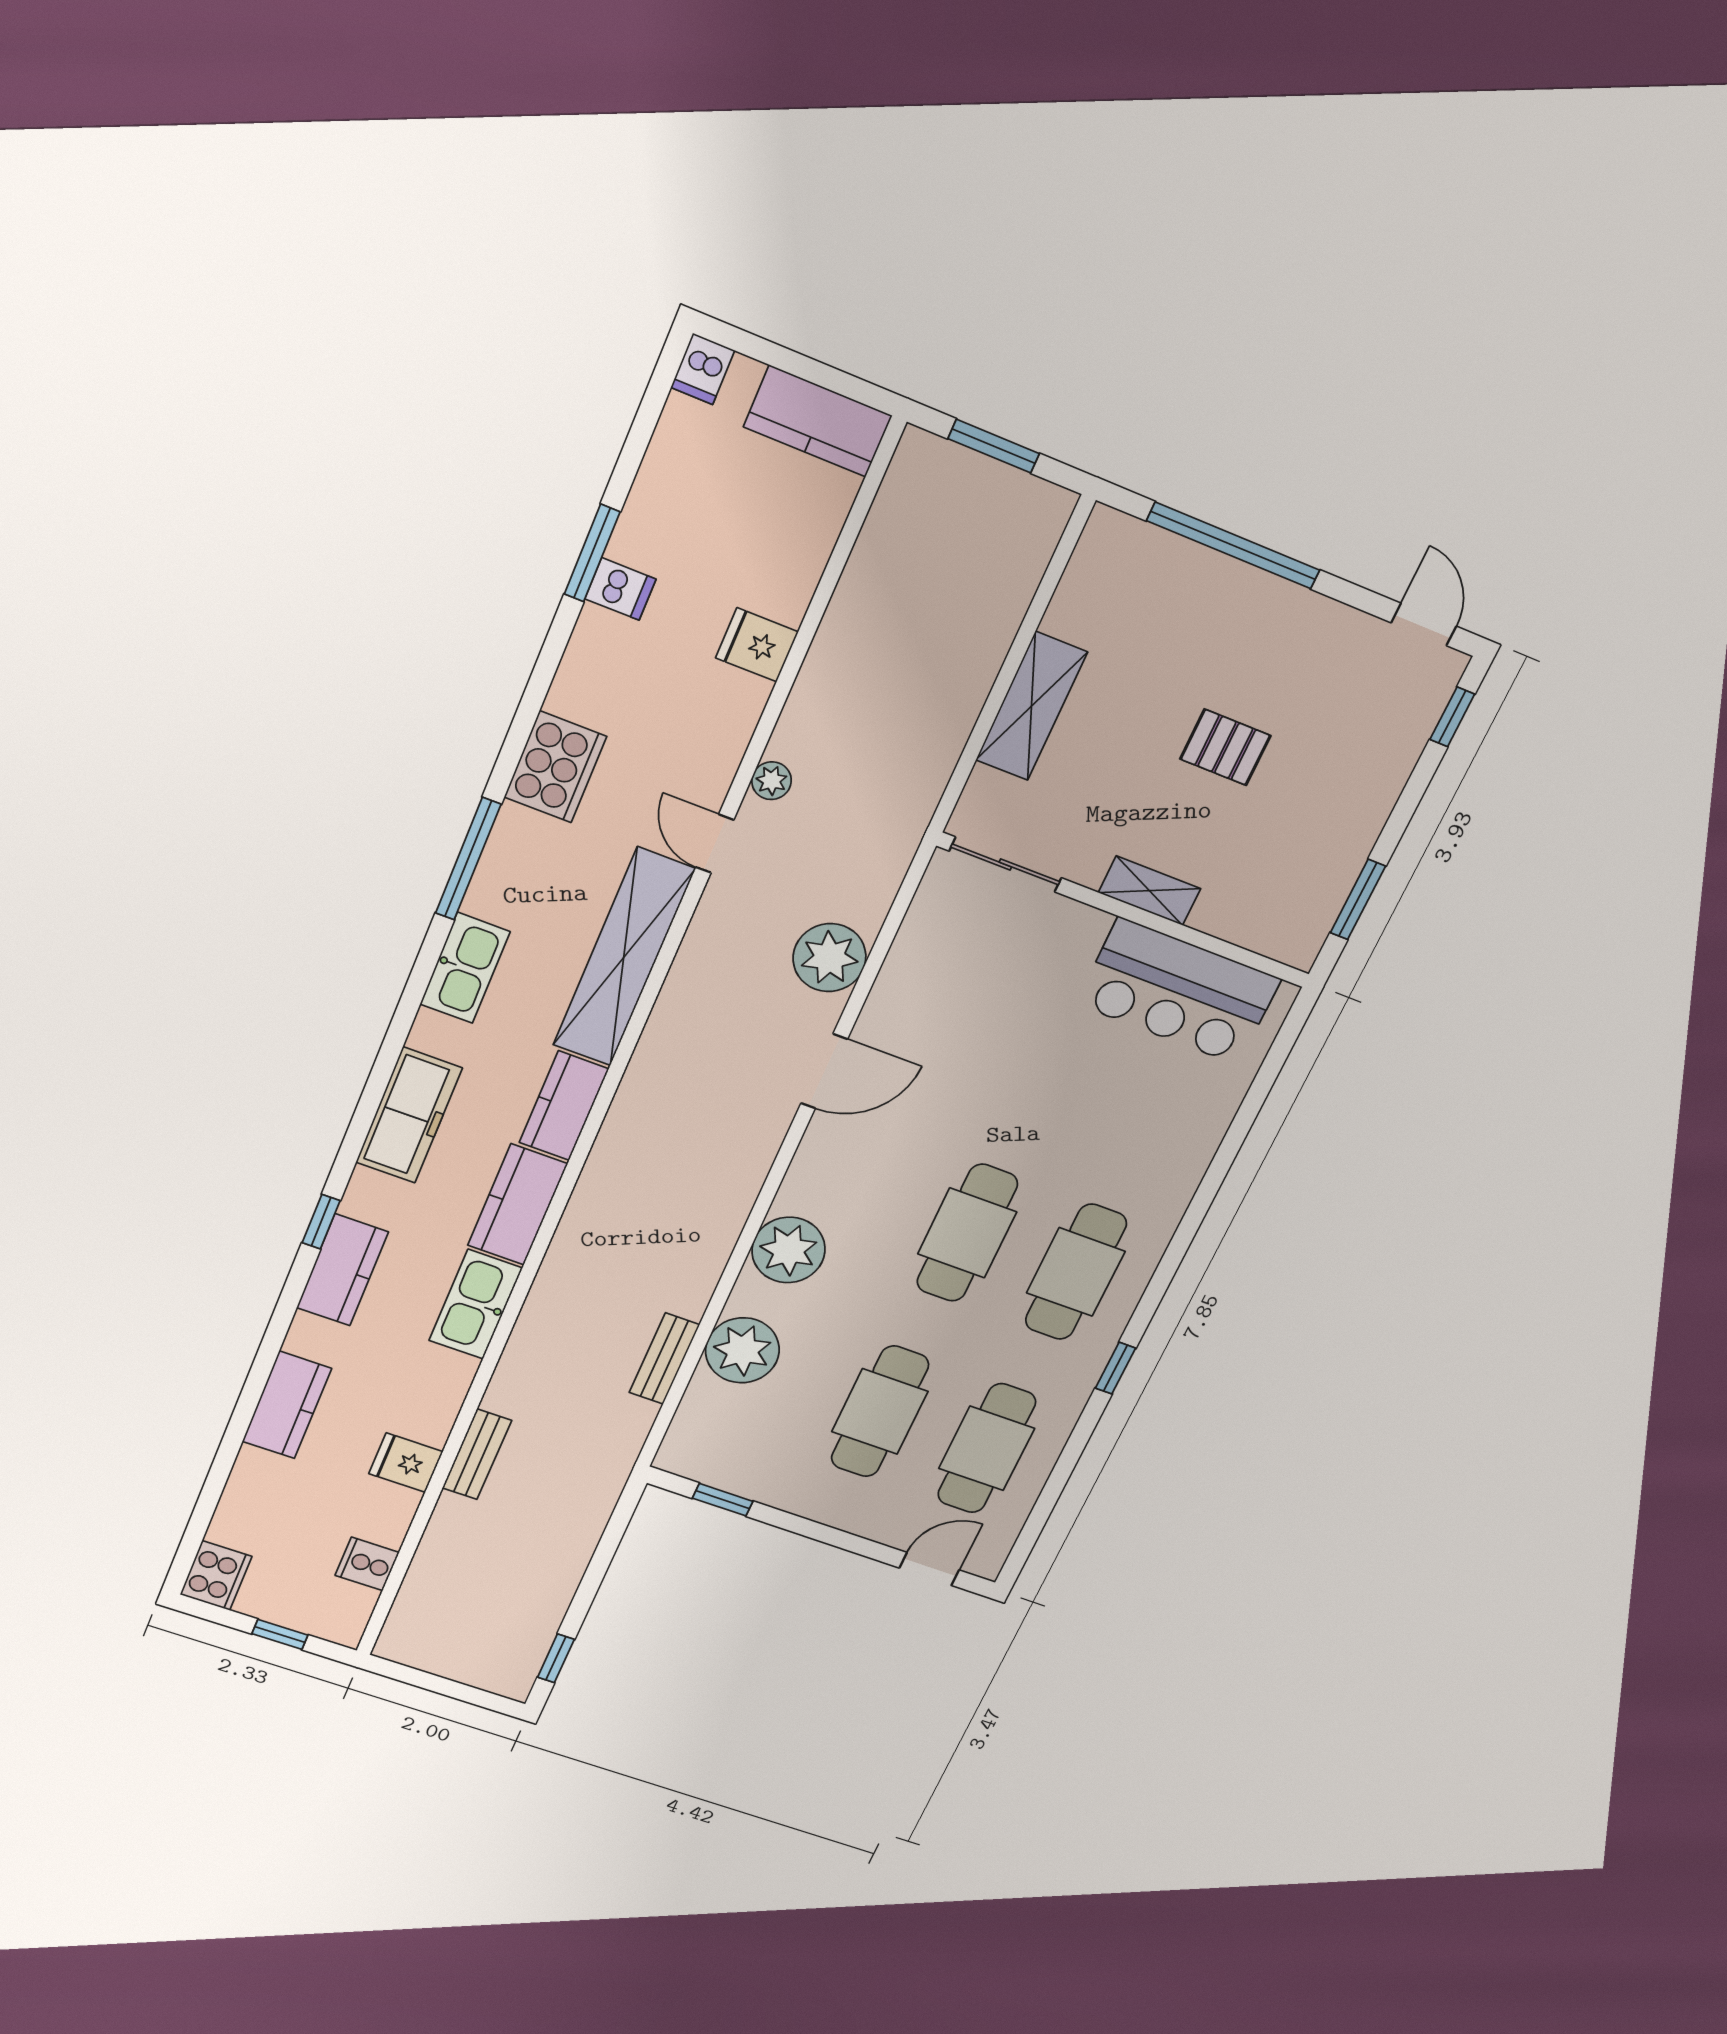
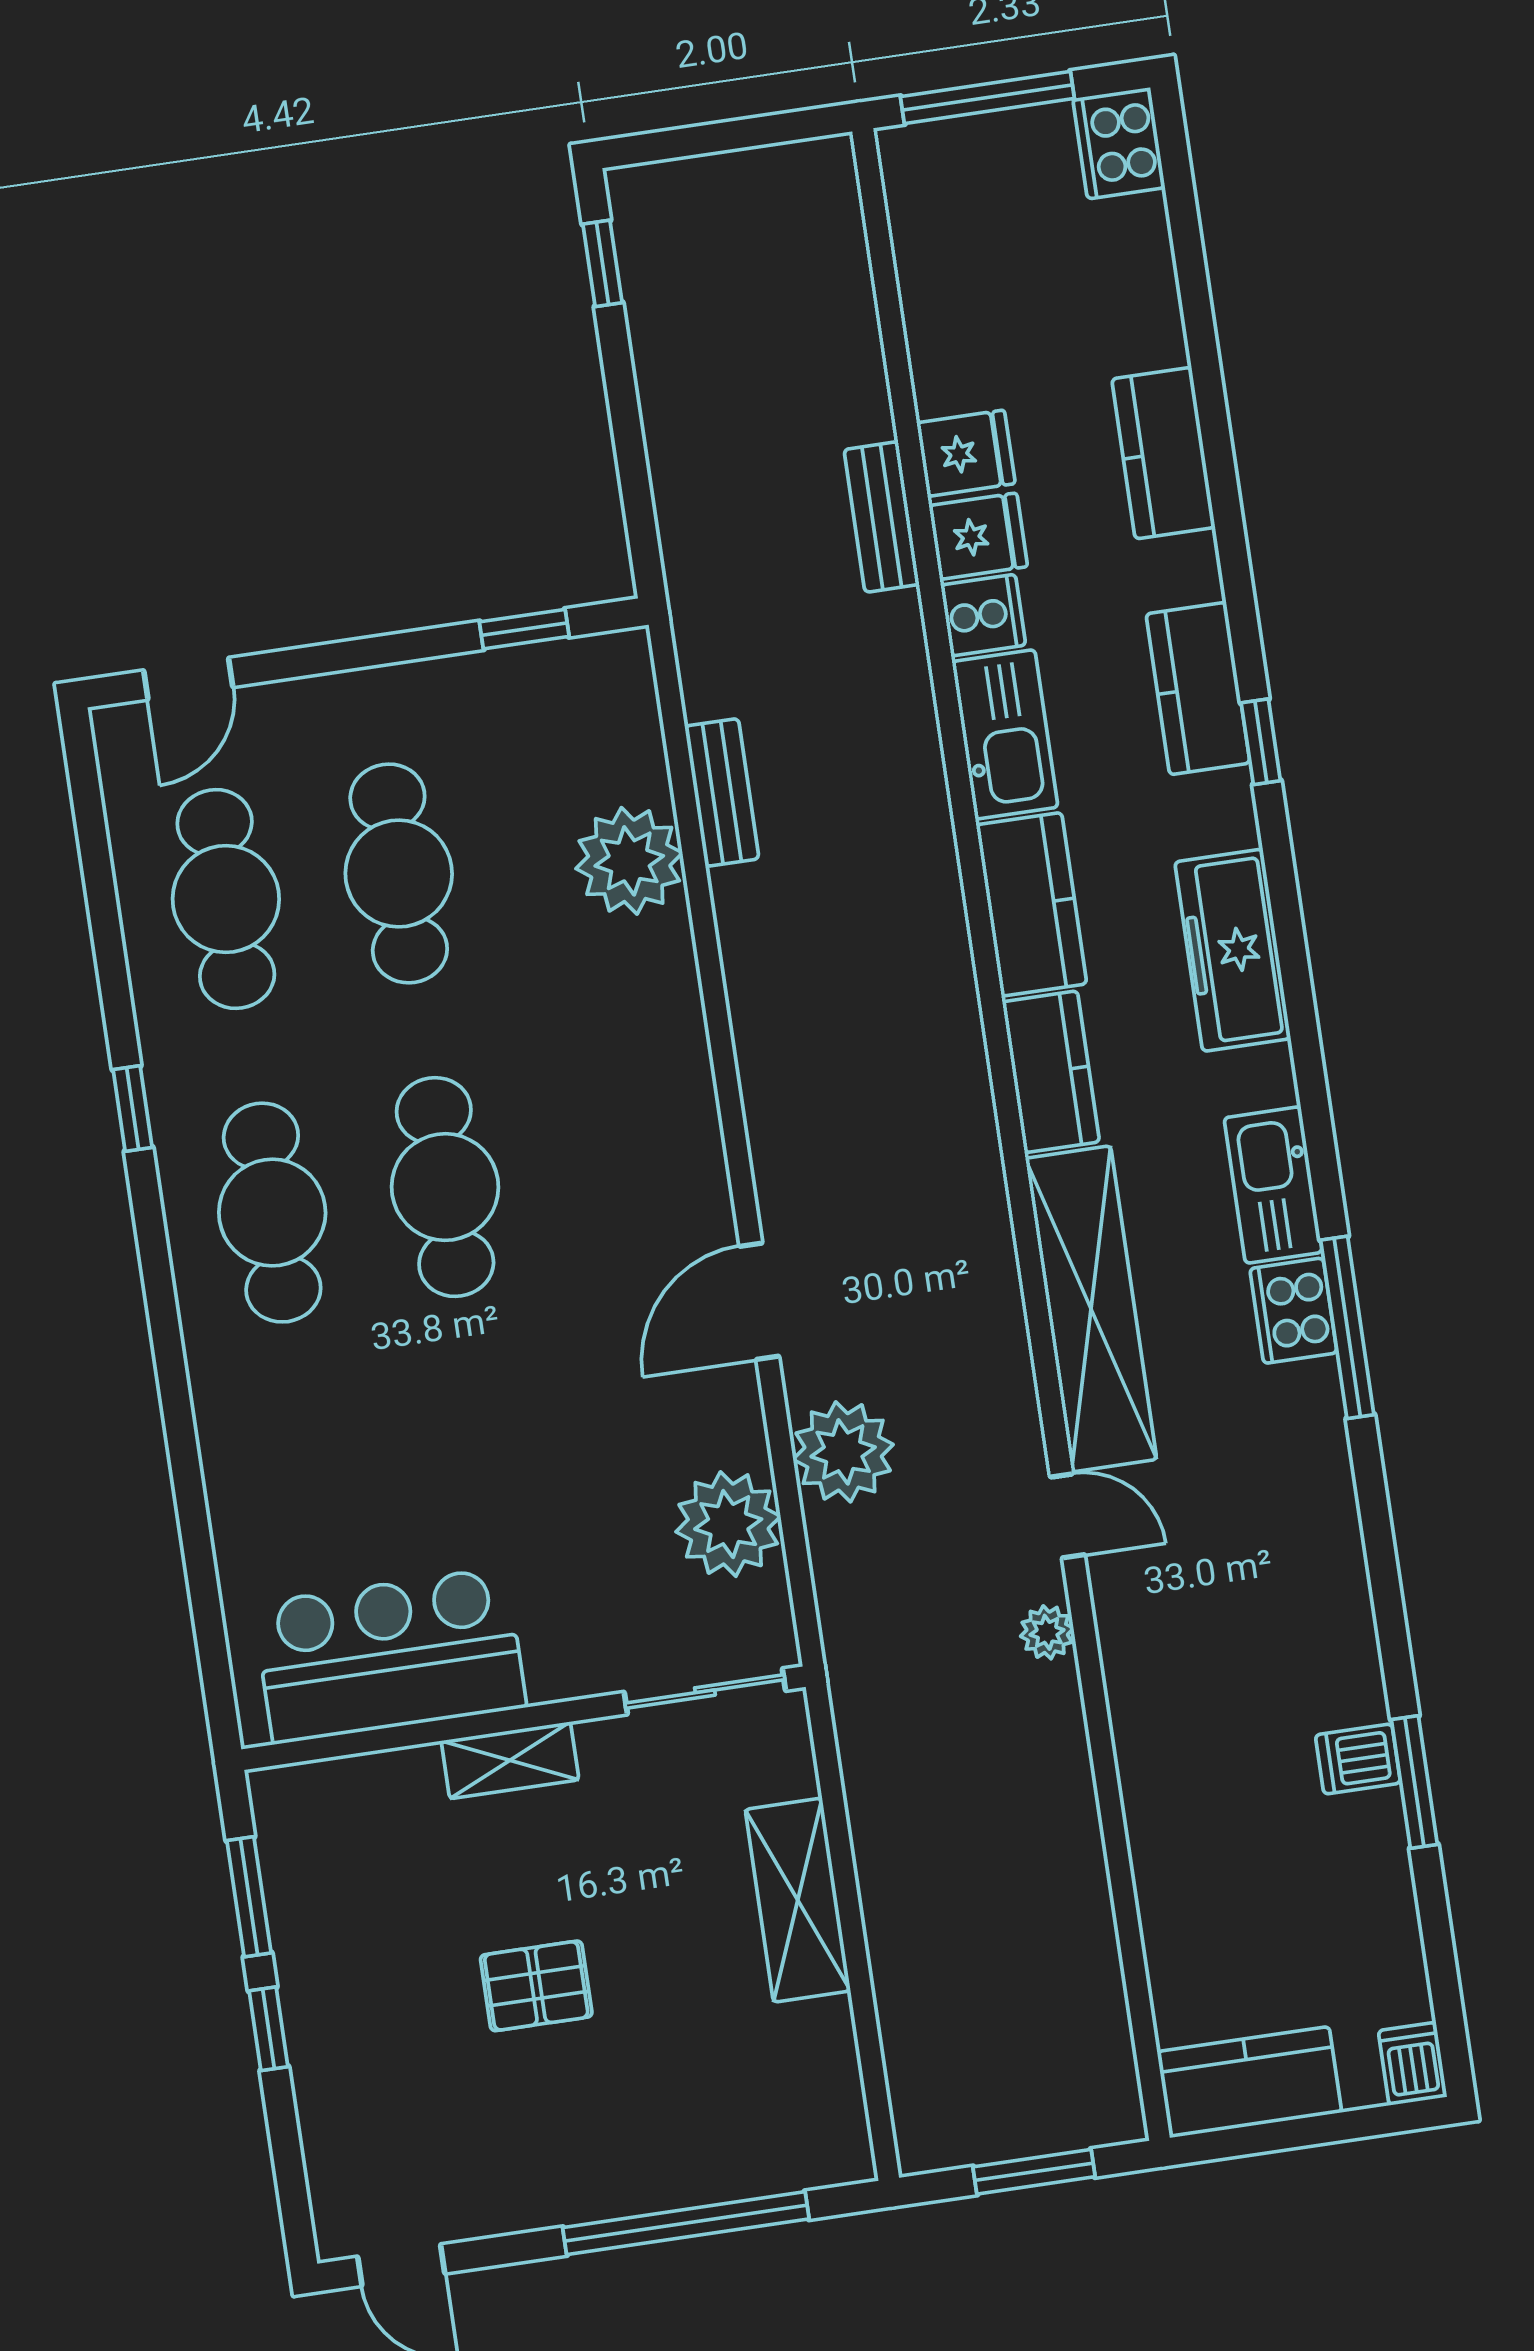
fridge: (757, 645) -> (978, 536), moved
window: (1452, 717) -> (269, 2029), moved
cooker: (555, 767) -> (1293, 1311), moved, width x0.73, depth x0.76
plant: (789, 1250) -> (728, 1524), moved
cooker: (367, 1564) -> (983, 615), moved
window: (280, 1634) -> (987, 98), width x2.17

